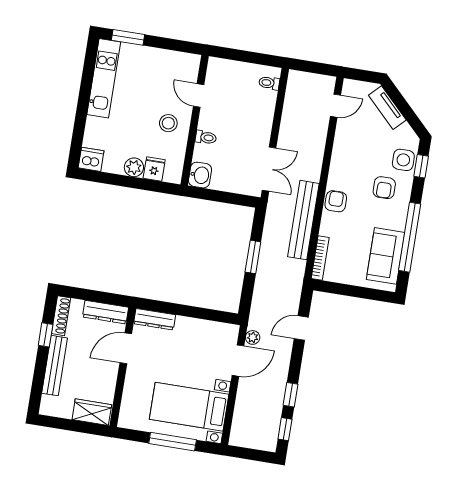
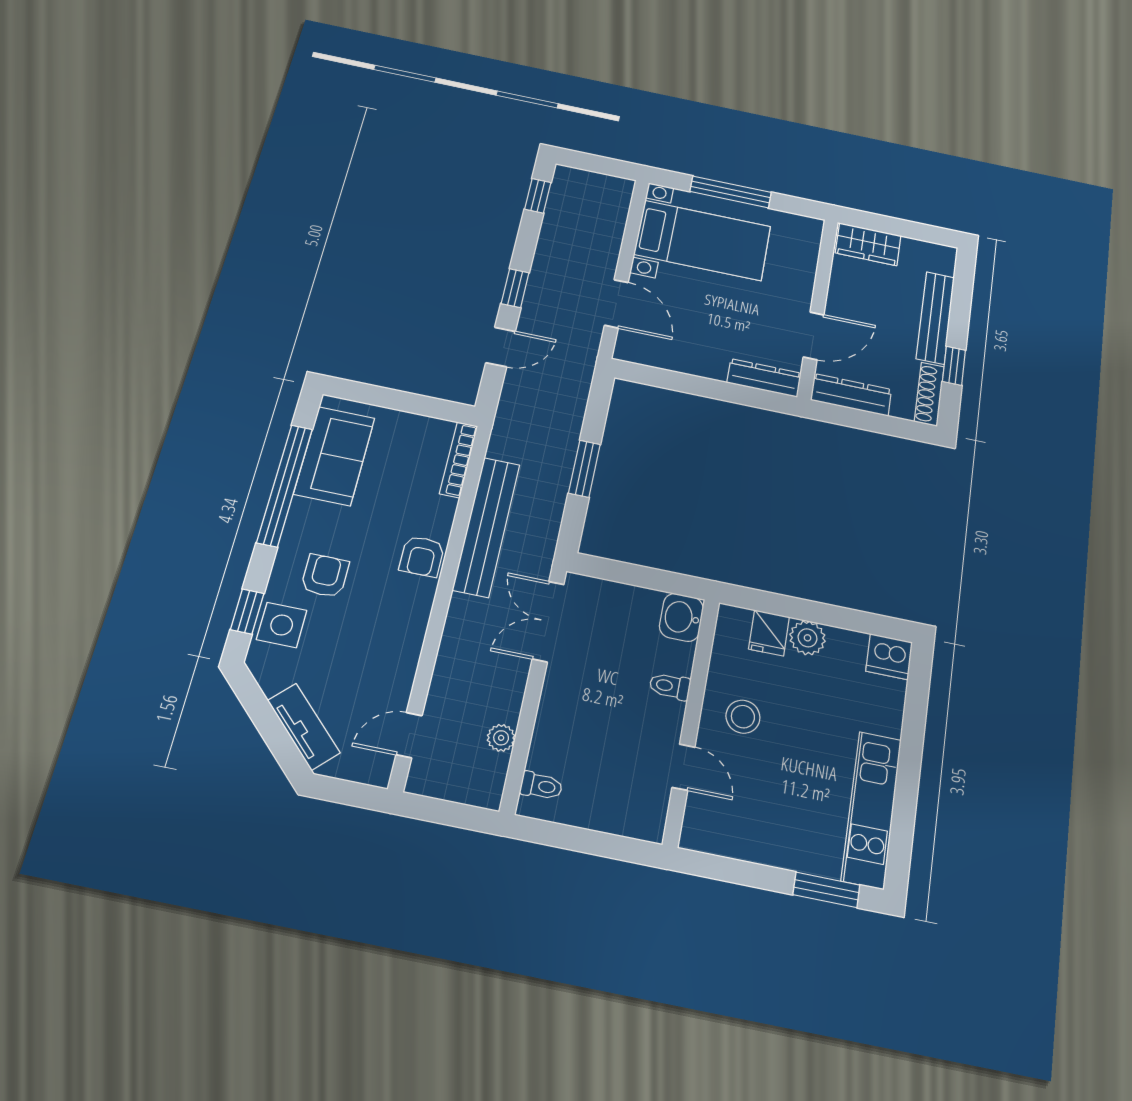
plant: (253, 337) -> (501, 738), moved
door: (238, 361) -> (616, 304), swing flipped
window: (291, 395) -> (515, 288), moved

